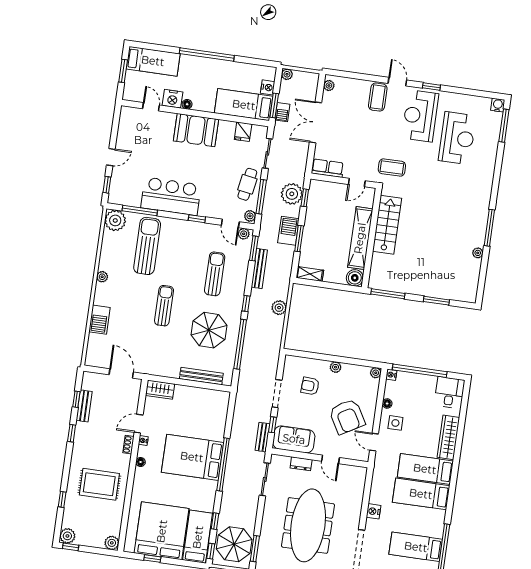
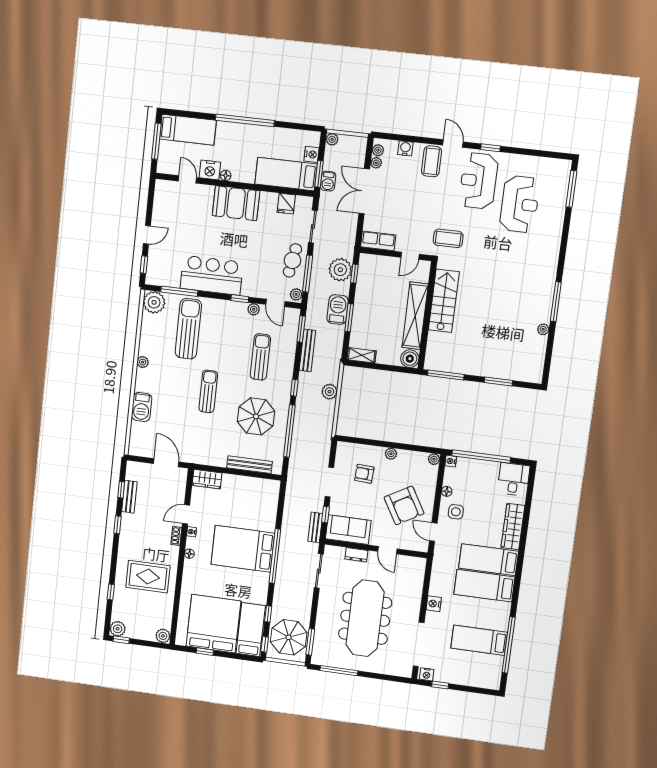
window: (123, 71) -> (156, 141), width x1.44
plant: (327, 97) -> (376, 163), added
water cooler: (498, 105) -> (405, 148), moved
plant: (244, 234) -> (254, 309), moved

